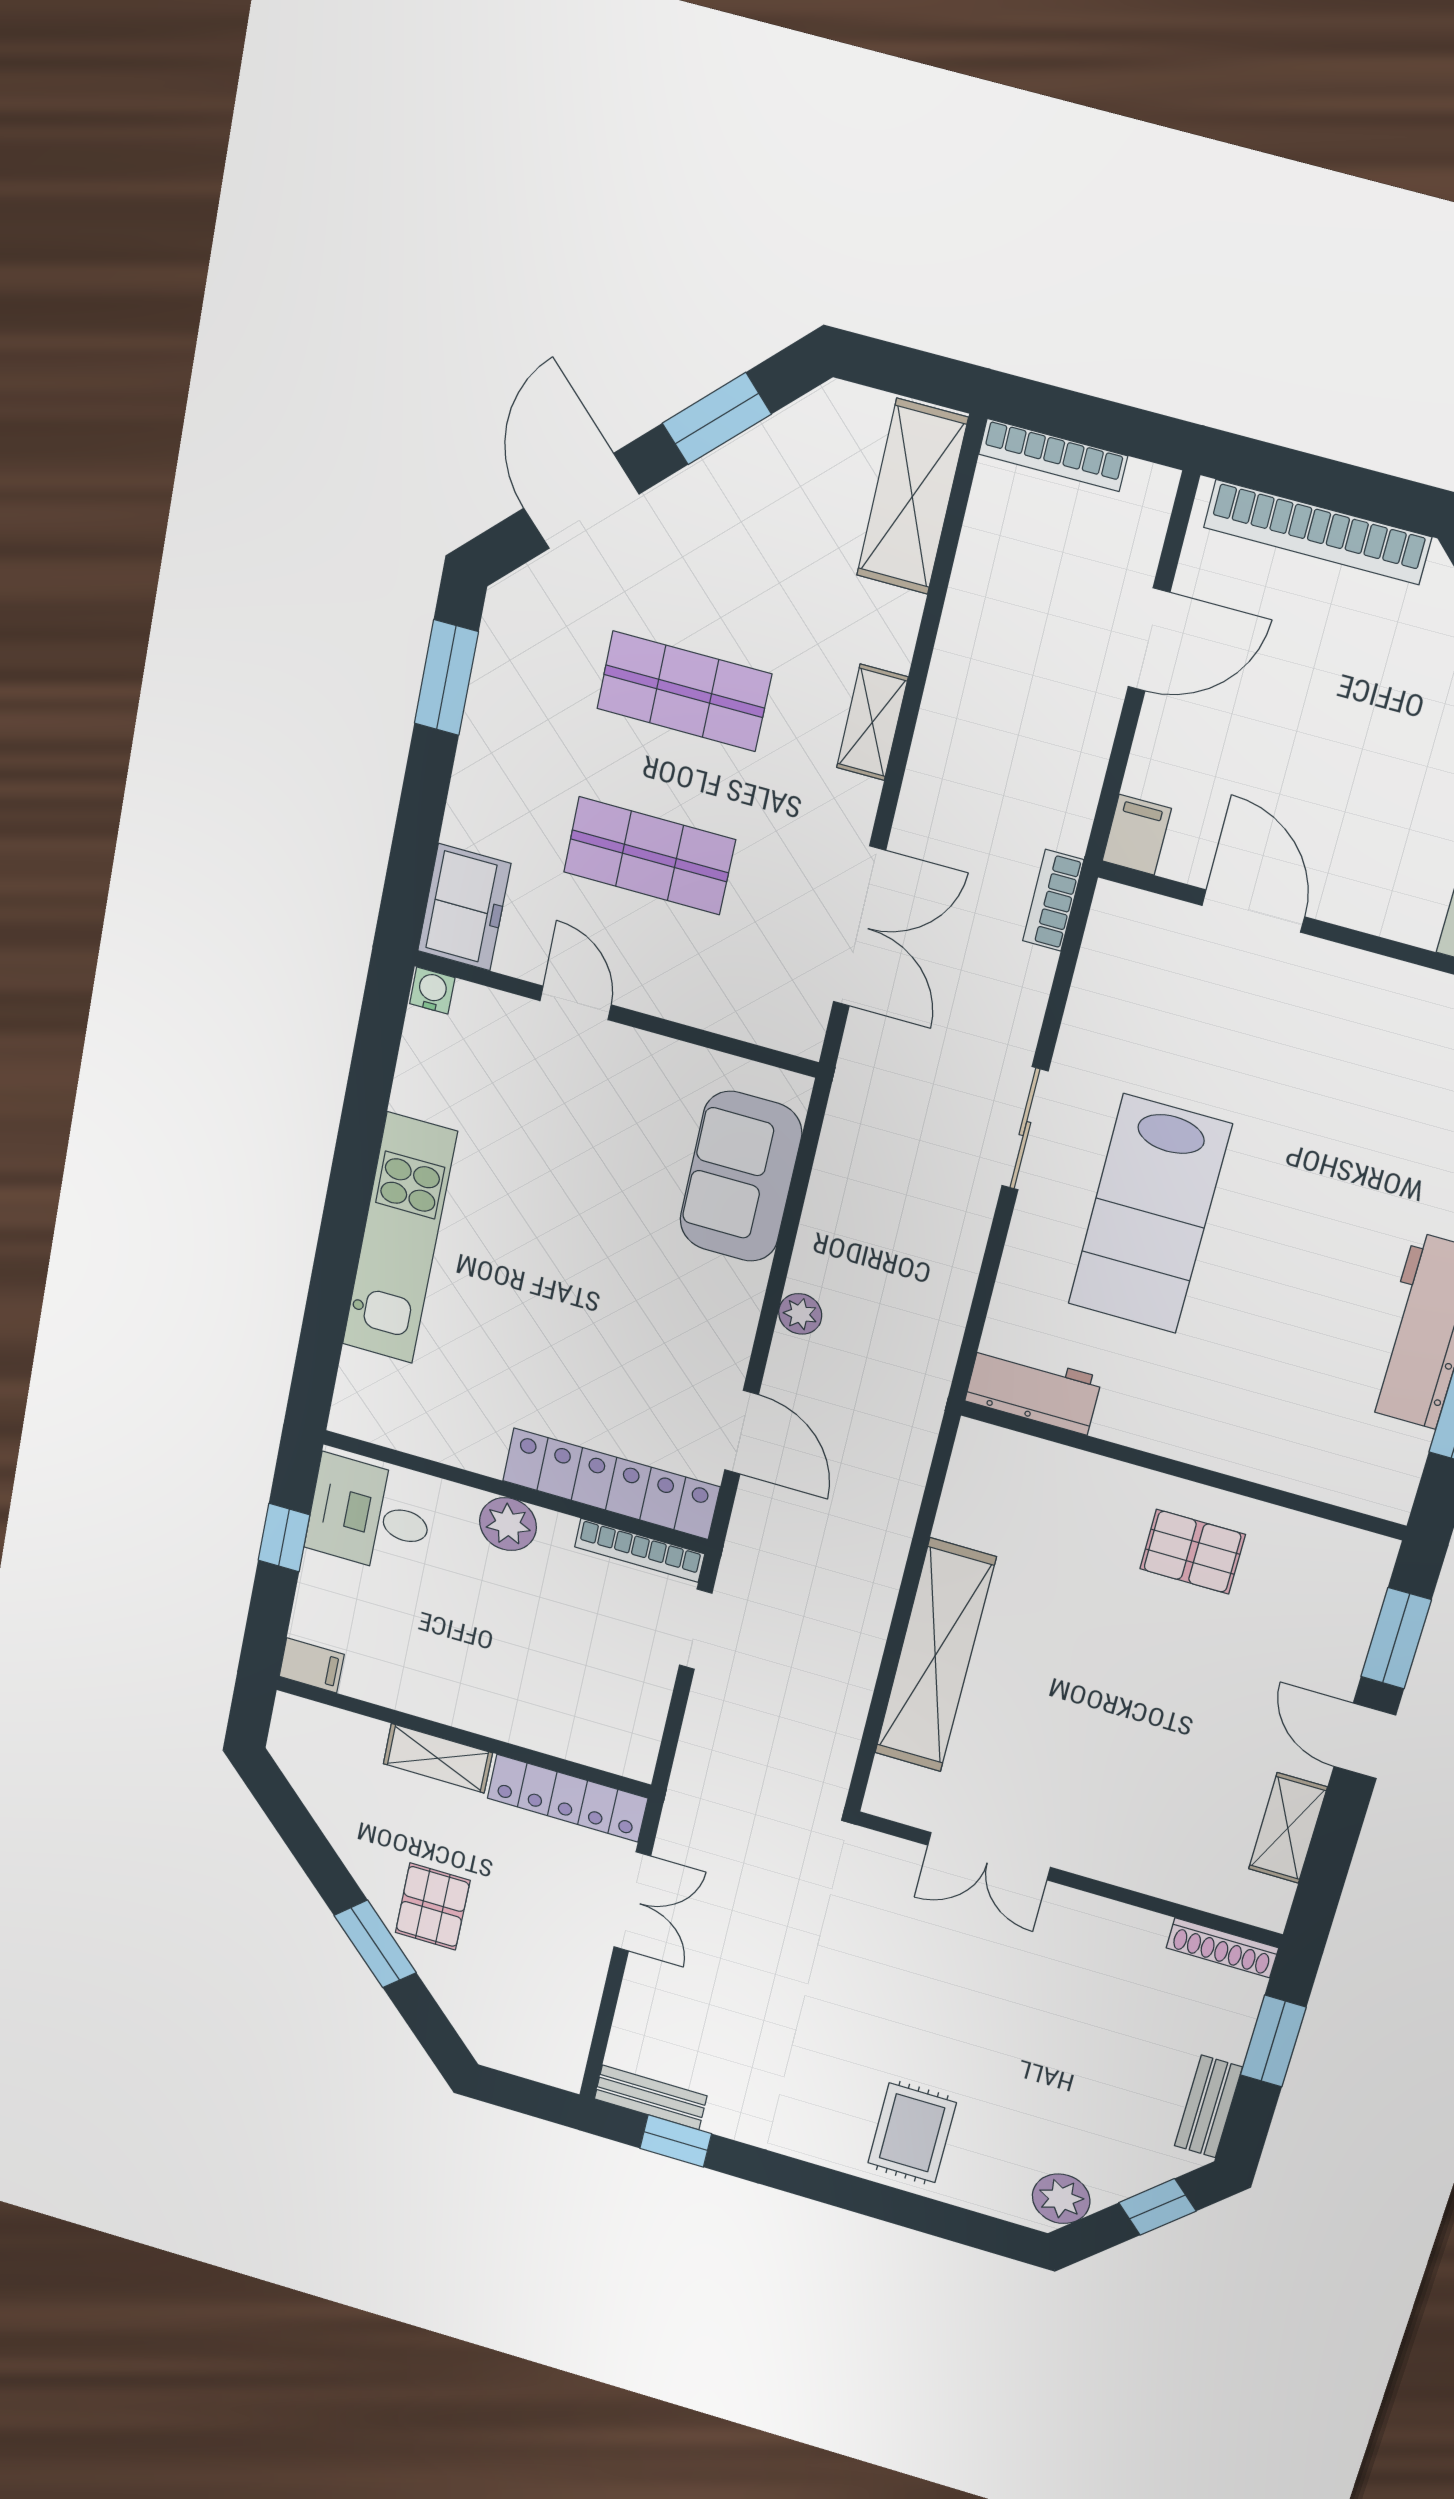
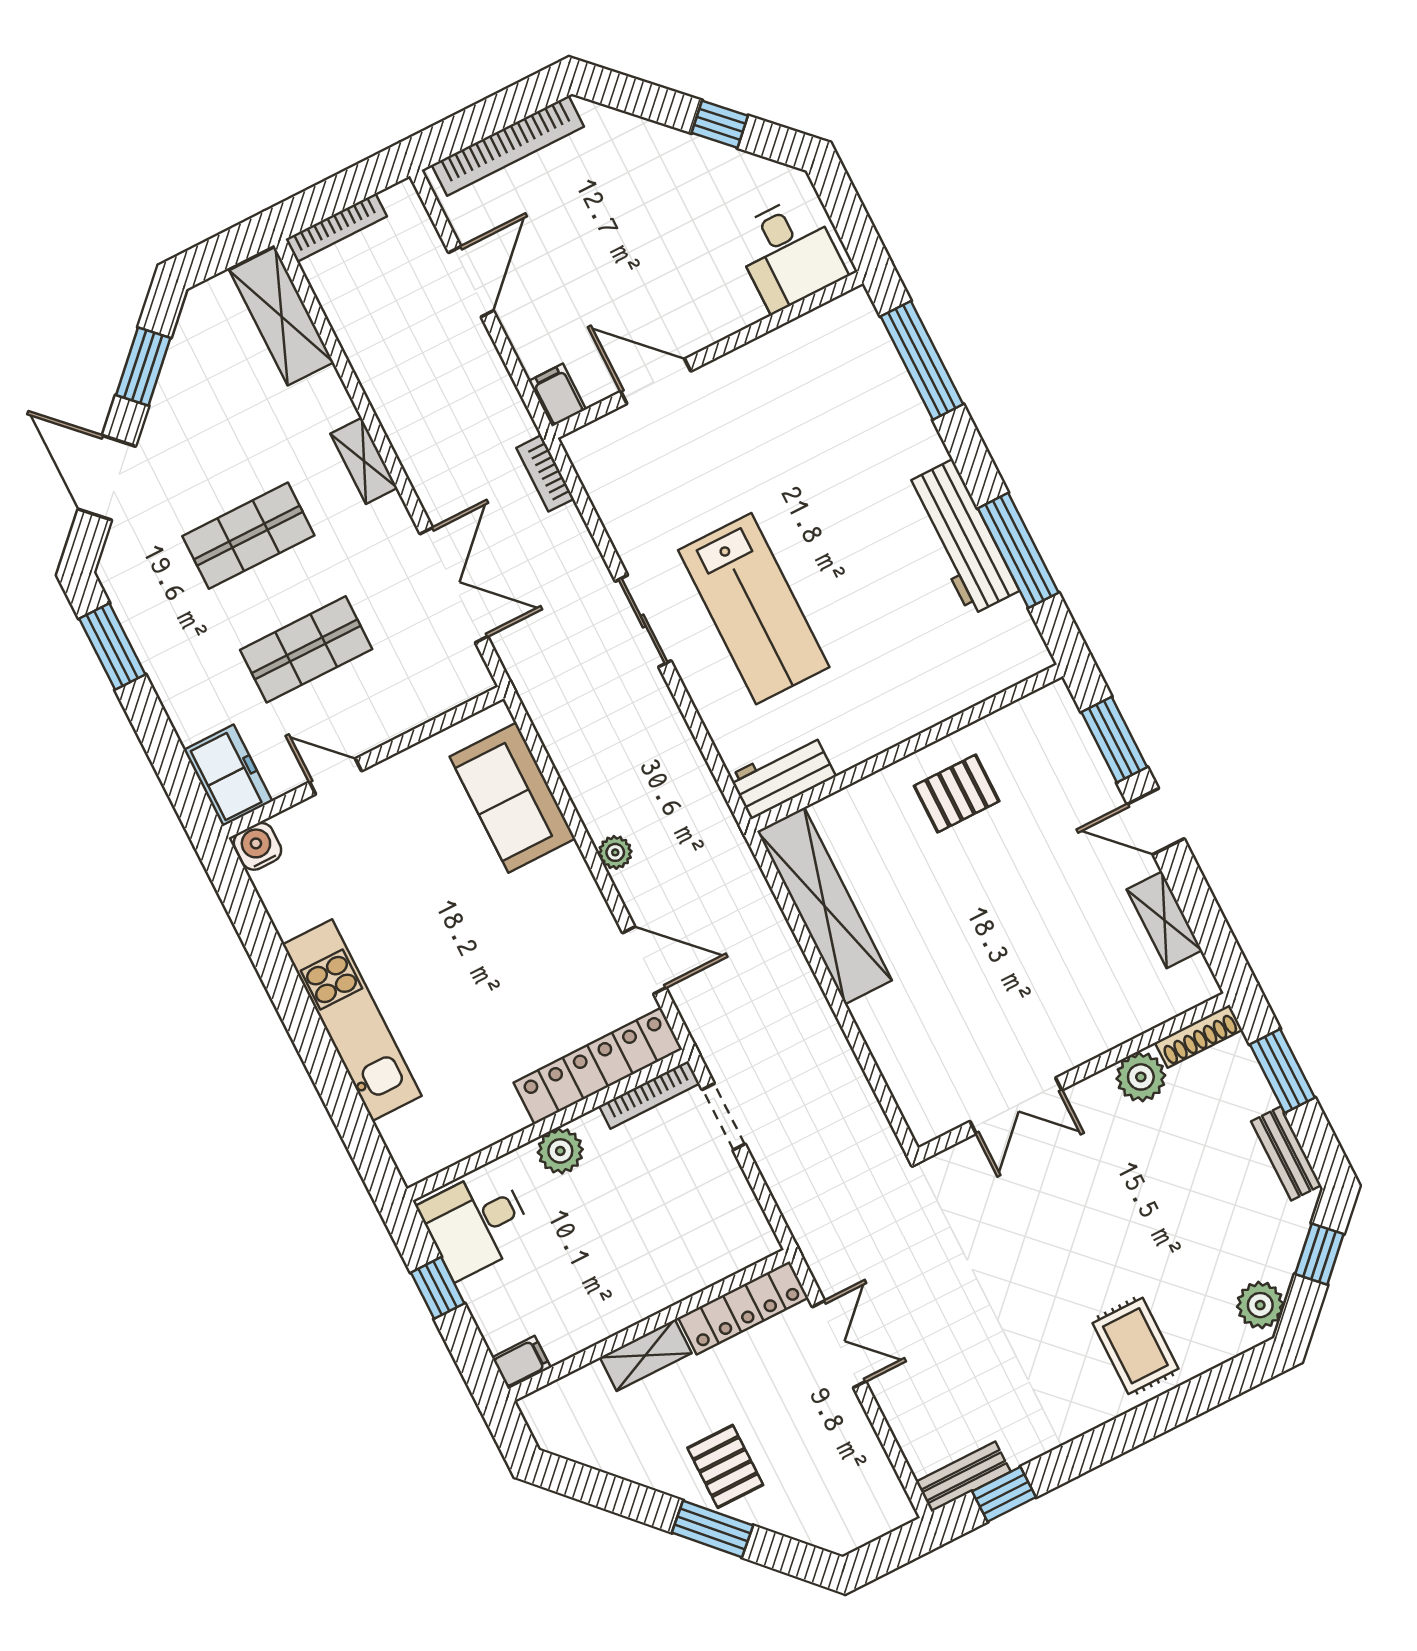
water cooler: (432, 991) -> (257, 846), width x1.38, depth x1.38
shelving: (935, 1656) -> (824, 906), moved
plant: (1133, 1933) -> (1141, 1077), added

